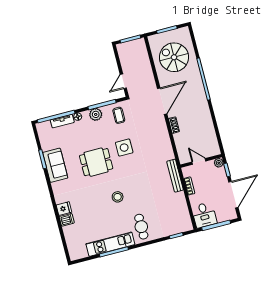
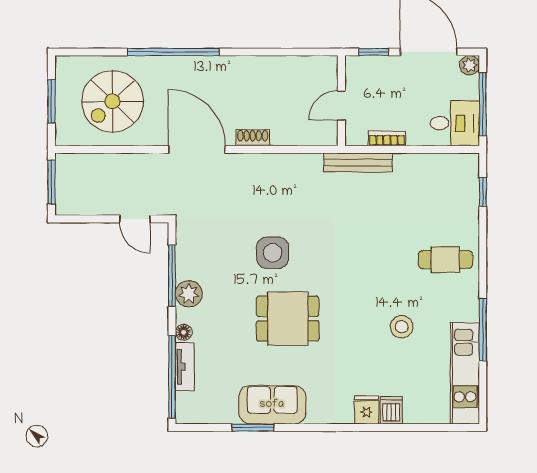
coffee table: (119, 115) -> (203, 247), removed
dining table: (96, 162) -> (288, 319), turned 90
plant: (219, 163) -> (469, 65), moved
stool: (118, 197) -> (402, 327), moved
kitchen unit: (110, 244) -> (465, 373), moved

